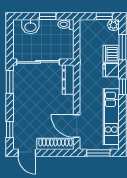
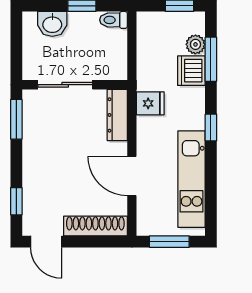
plant: (113, 25) -> (195, 44), moved
sliding door: (38, 62) -> (65, 85), width x0.73
fridge: (111, 70) -> (150, 103), moved, turned 180
door: (77, 126) -> (132, 176), moved

